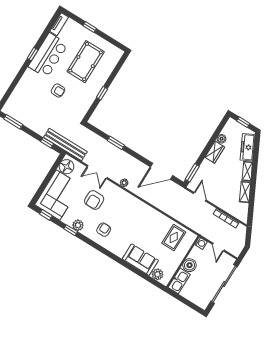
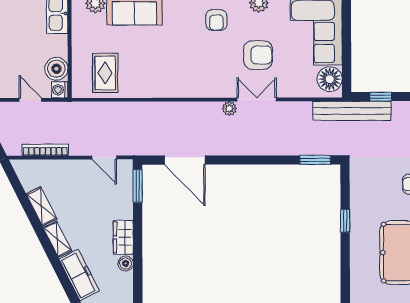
window: (116, 143) -> (315, 160), moved
door: (161, 171) -> (185, 160), swing flipped
double door: (97, 172) -> (257, 99), moved
armchair: (94, 200) -> (258, 55), turned 90
boiler: (190, 265) -> (56, 69), moved

